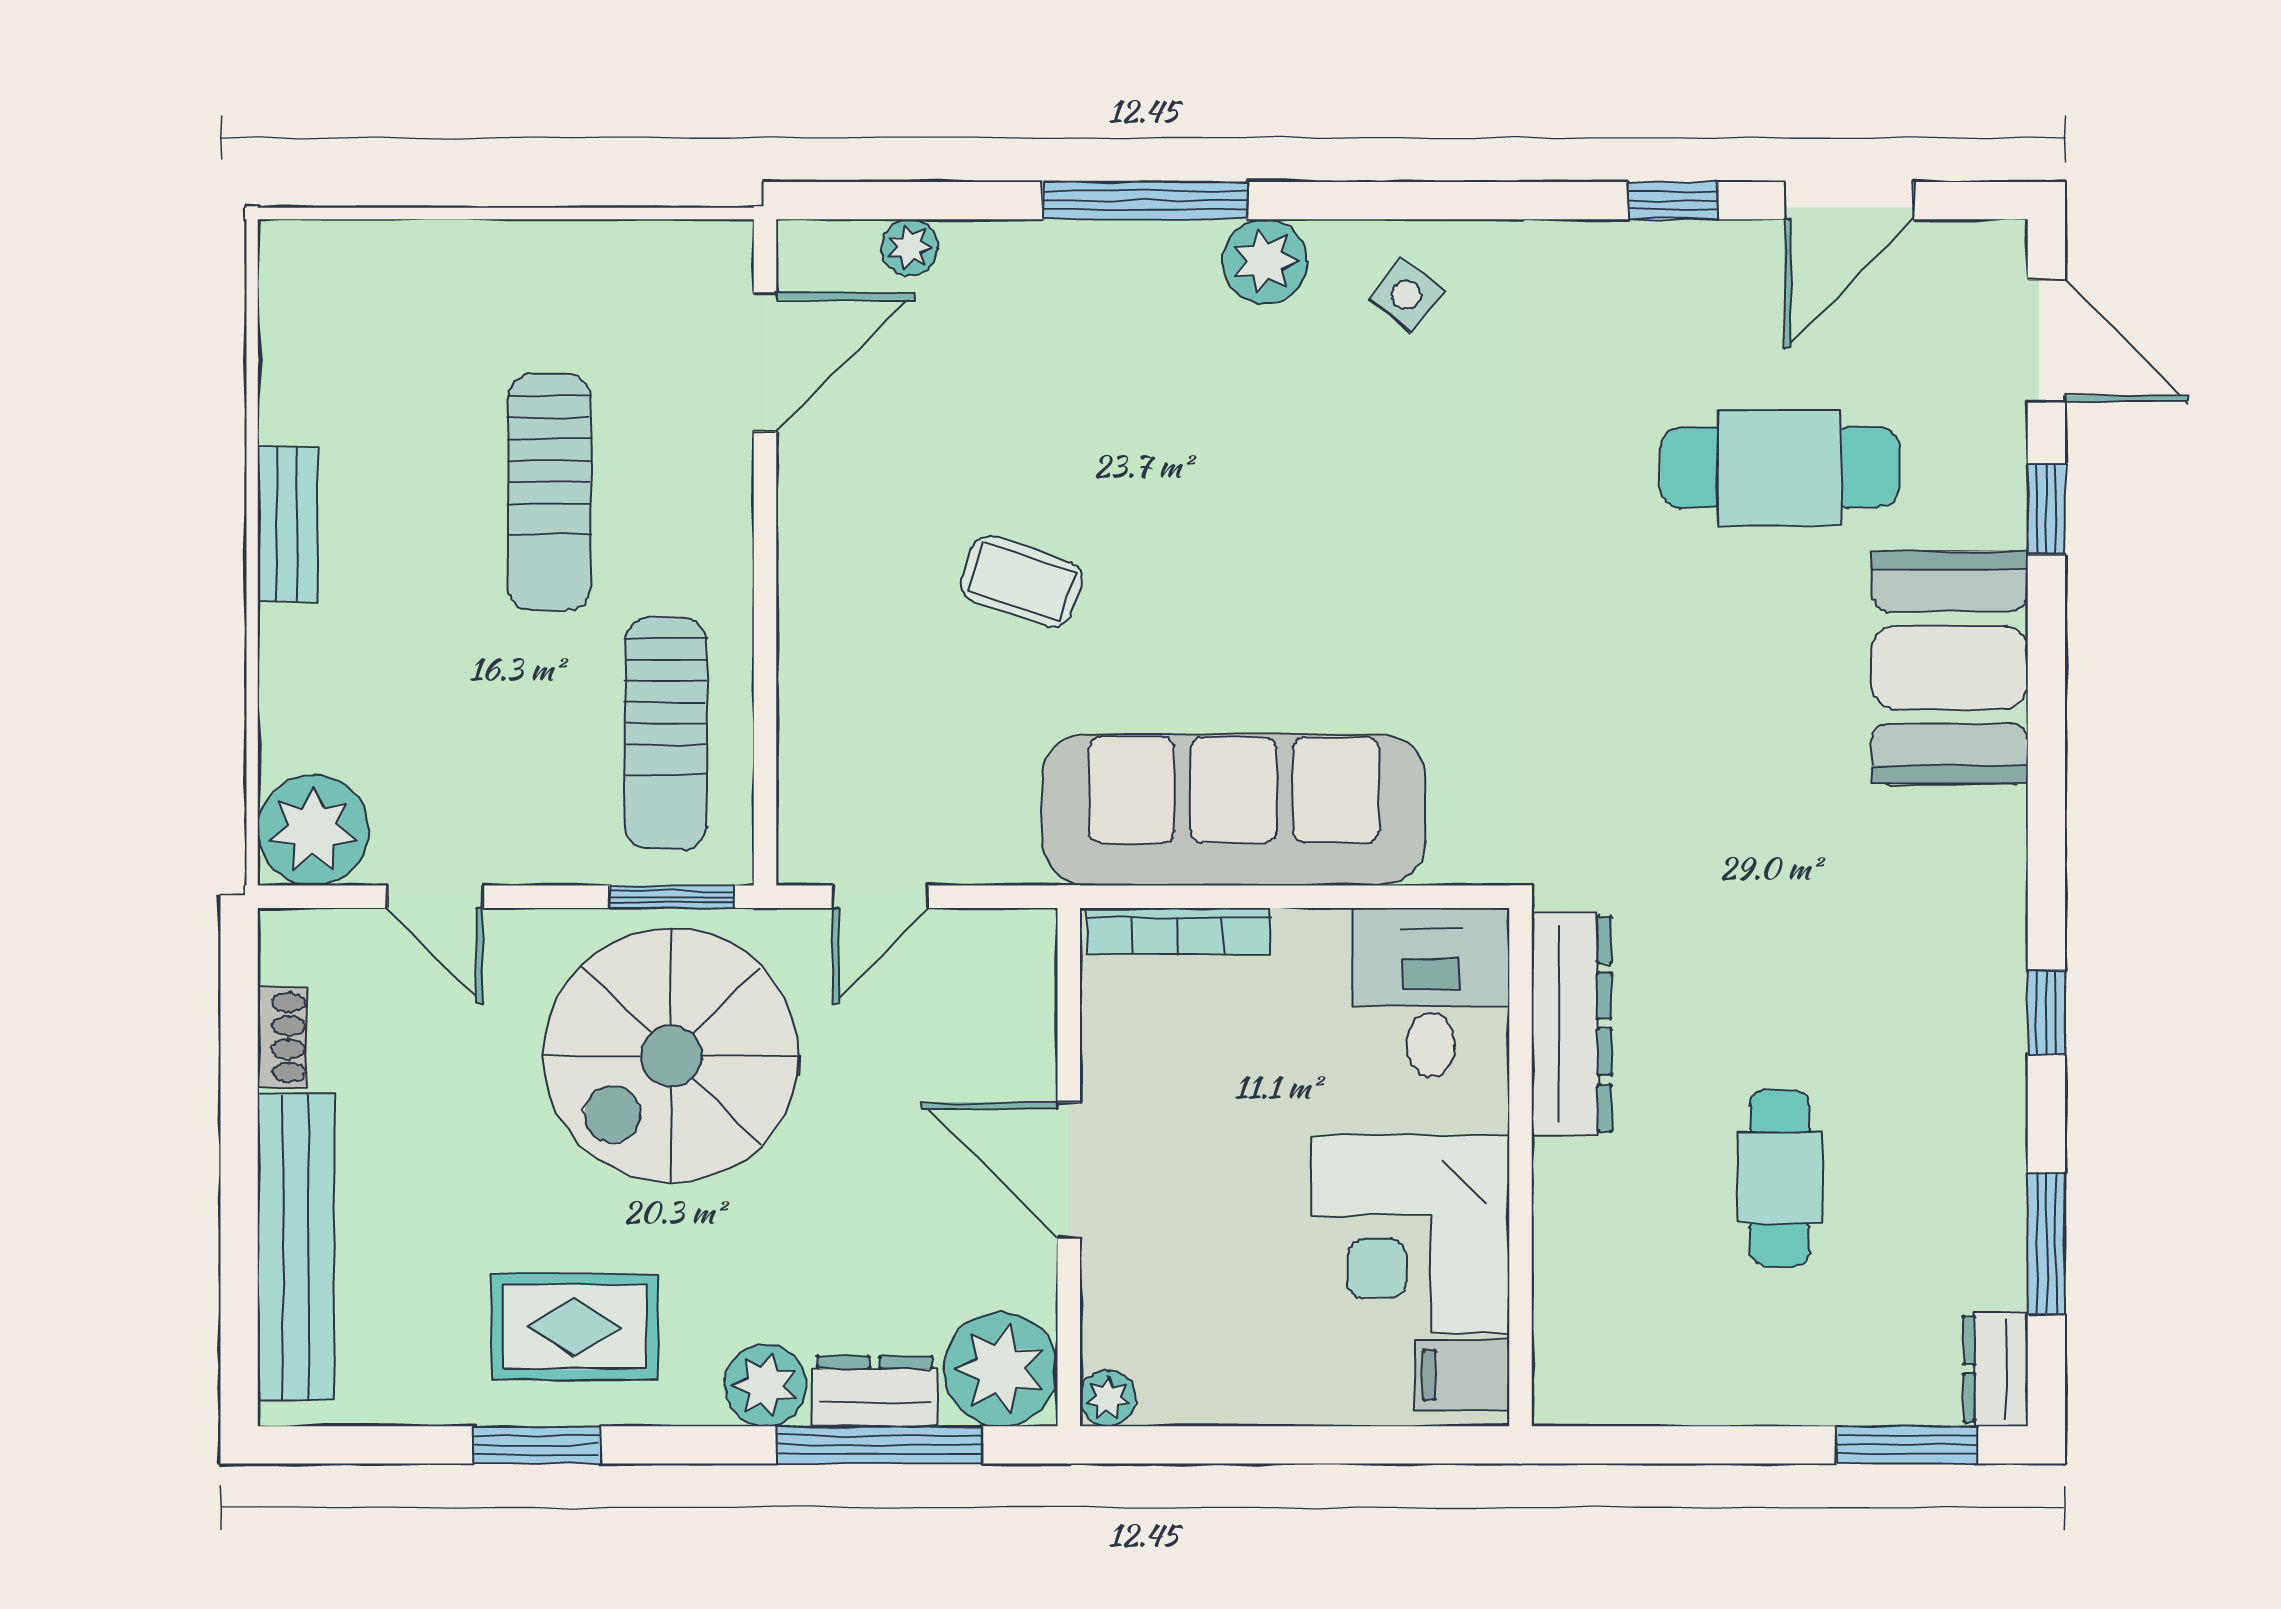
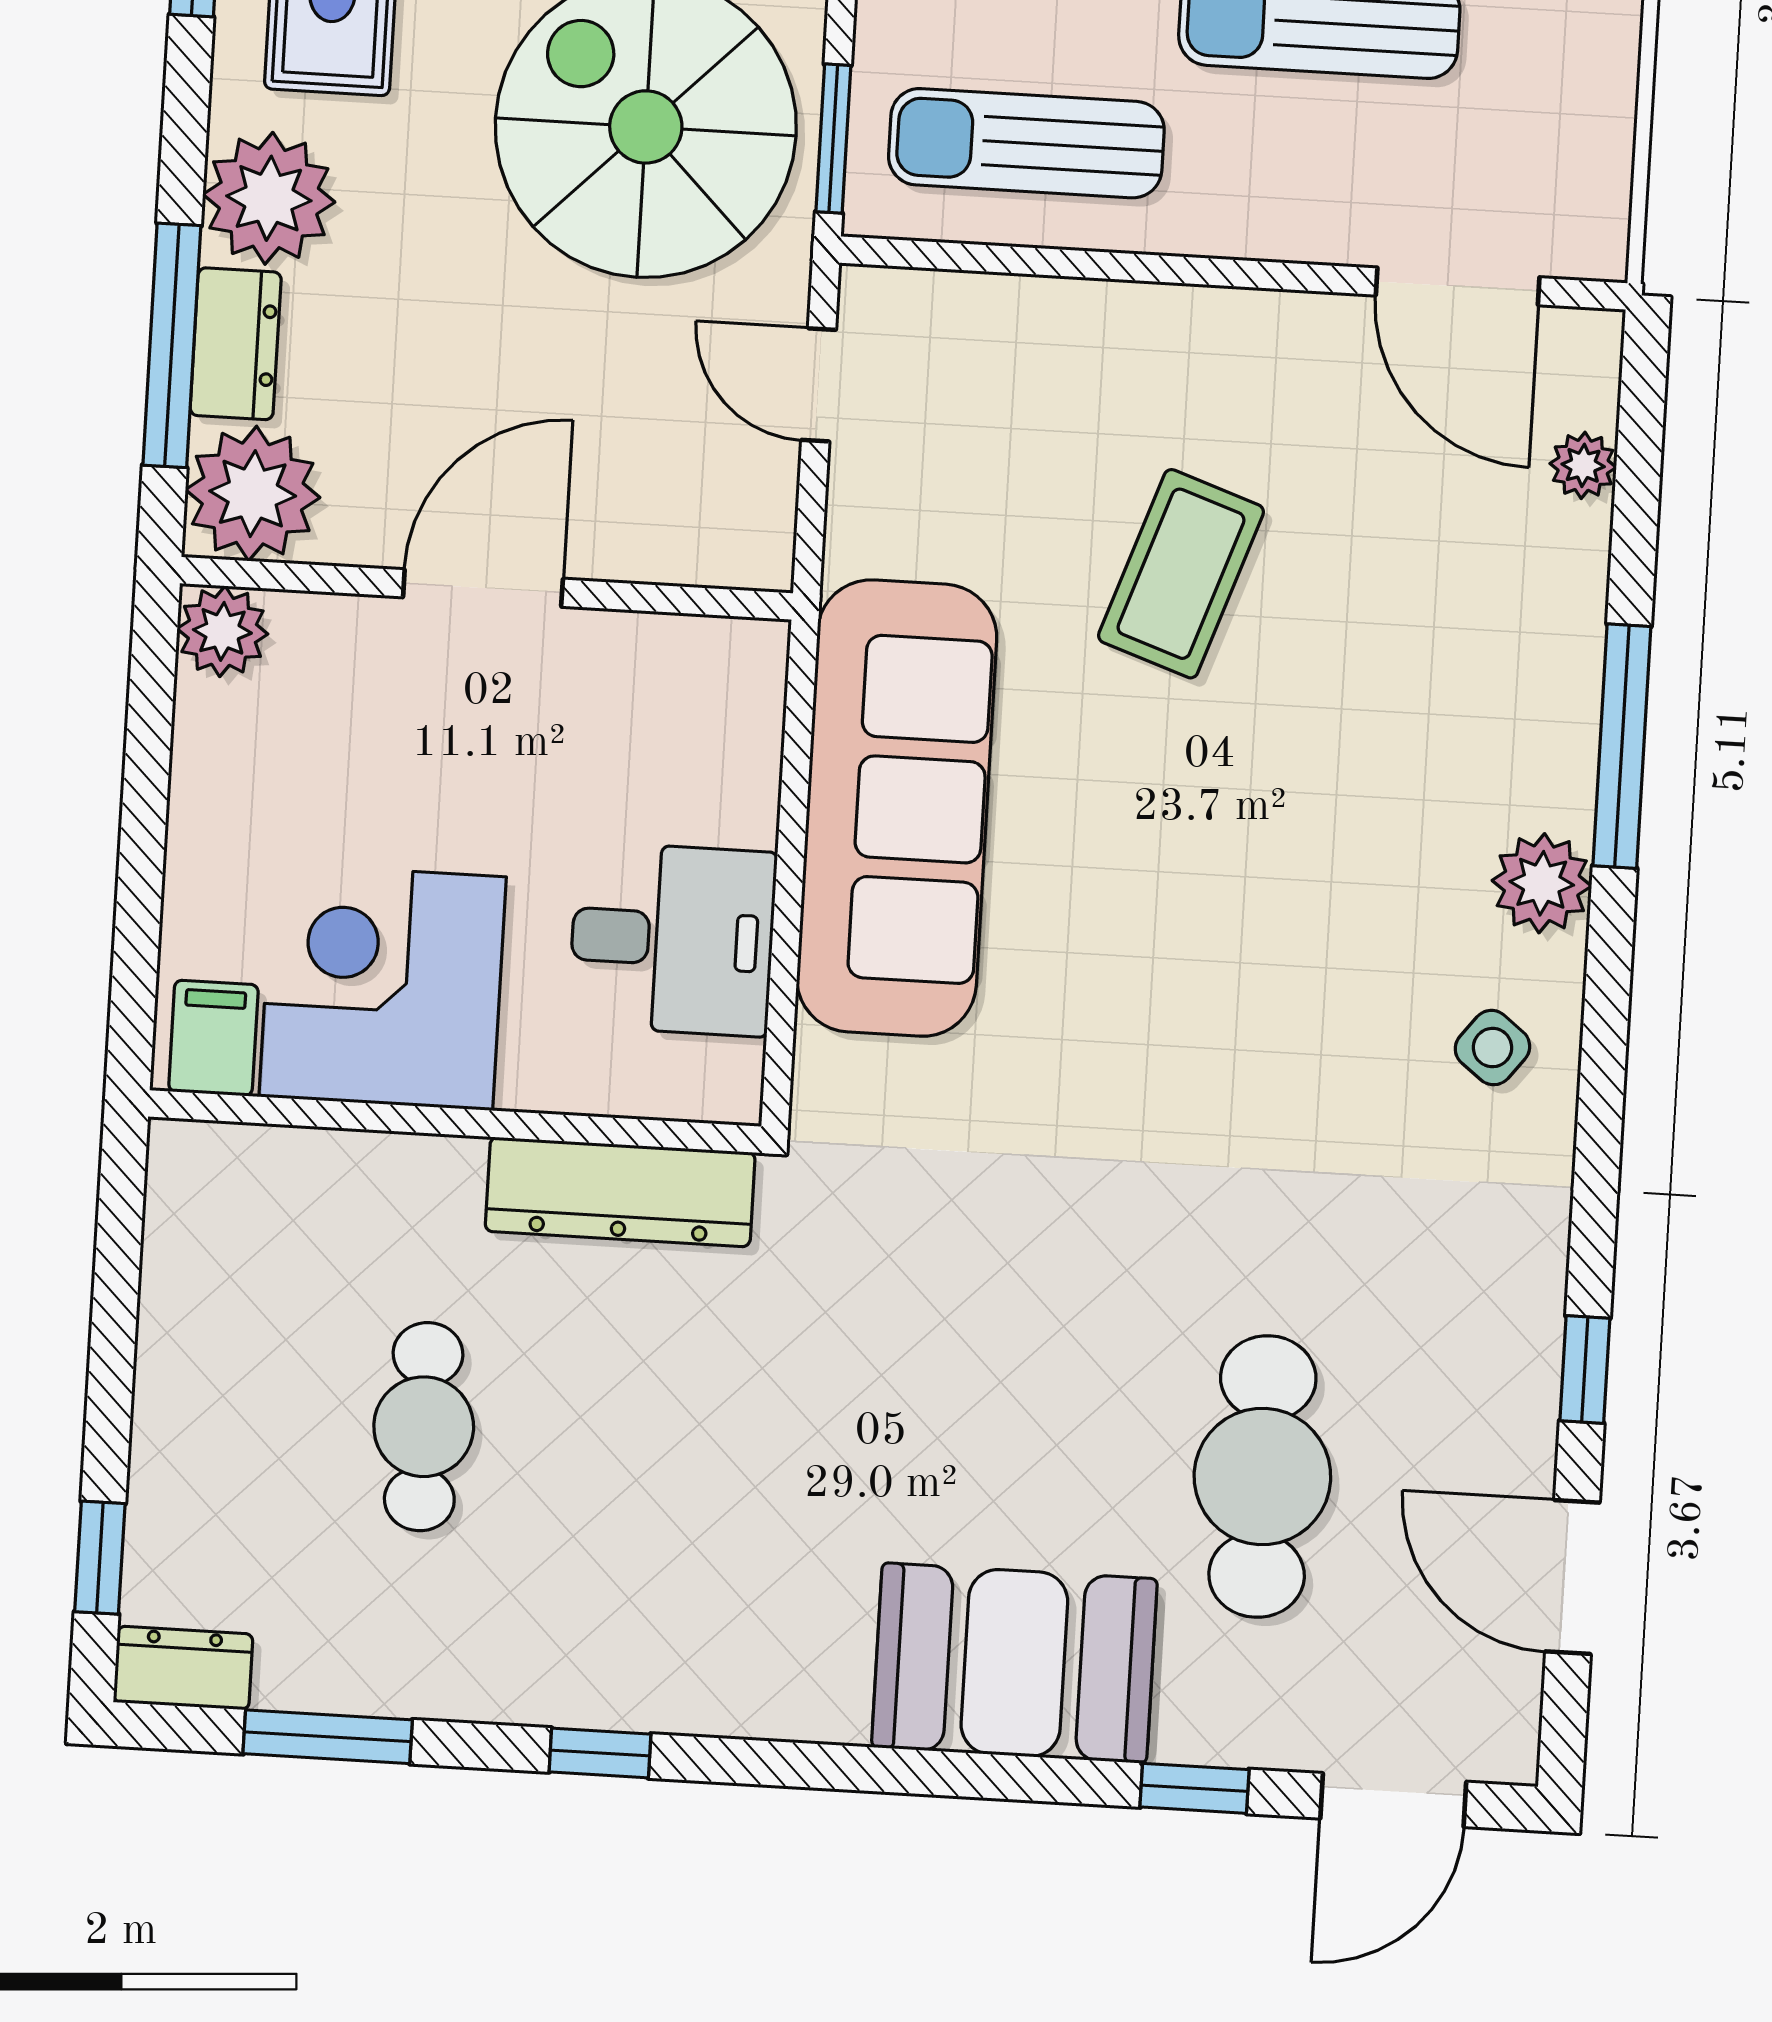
coffee table: (1022, 581) -> (1181, 574), width x1.36, depth x1.30
bookcase: (1178, 931) -> (757, 734), removed
desk: (1431, 992) -> (672, 939), moved
cafe table: (1780, 1178) -> (424, 1427), turned 90
plant: (765, 1385) -> (269, 198), width x1.36, depth x1.36
plant: (1108, 1398) -> (222, 631), width x1.38, depth x1.38
window: (1906, 1445) -> (100, 1558), width x0.67

